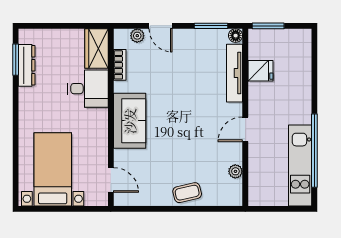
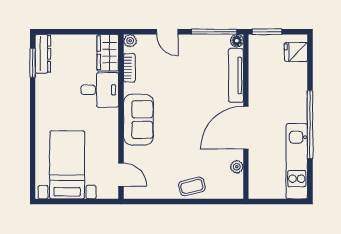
window: (211, 26) -> (214, 32), width x1.44
plant: (137, 36) -> (130, 41), moved
dresser: (27, 65) -> (43, 54), moved
fridge: (260, 71) -> (296, 52), moved, turned 180
door: (245, 129) -> (246, 128), width x1.87
window: (314, 151) -> (310, 125), moved

